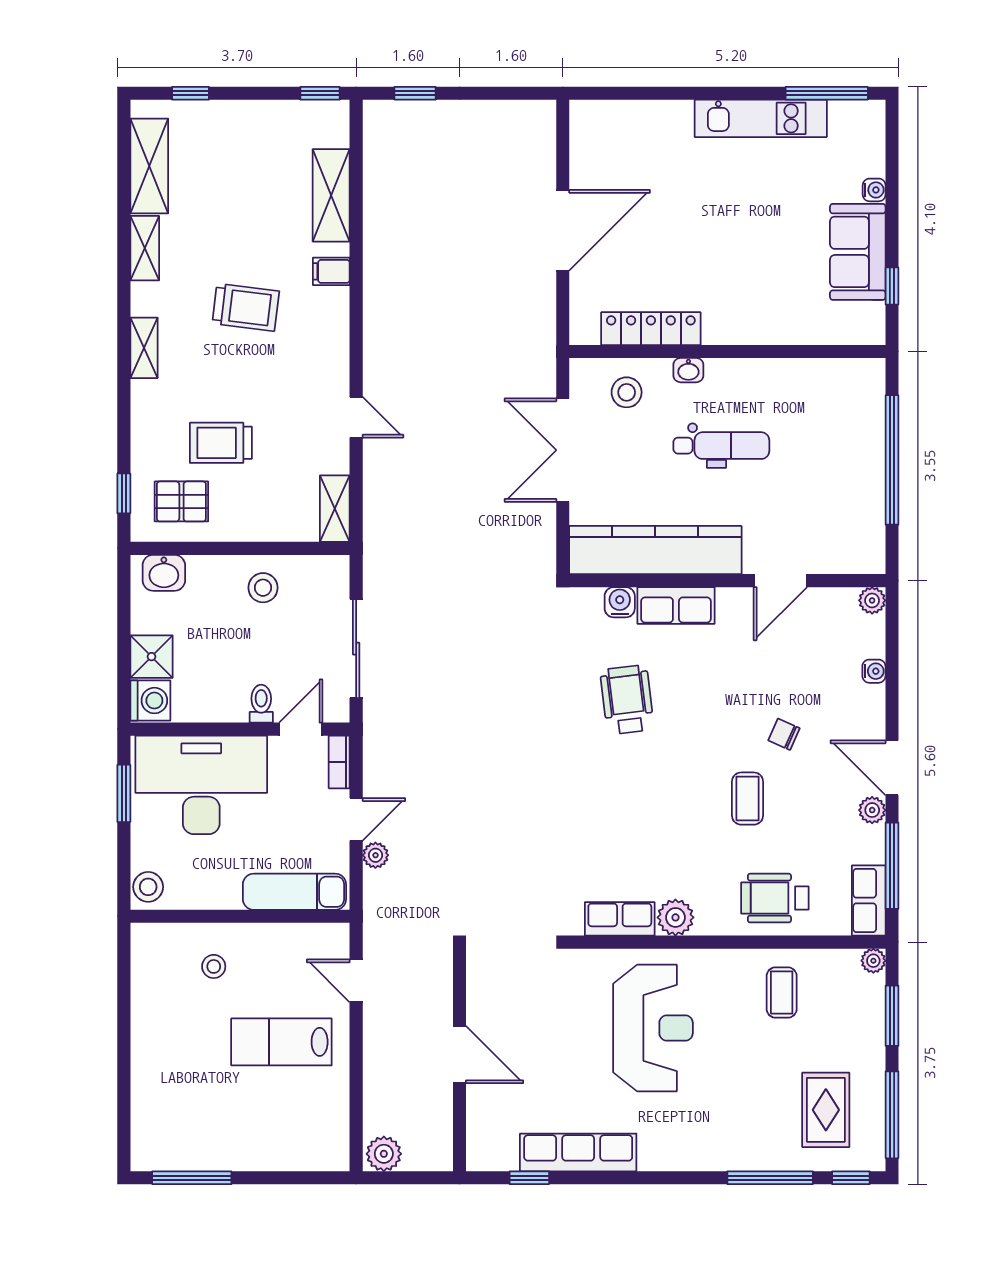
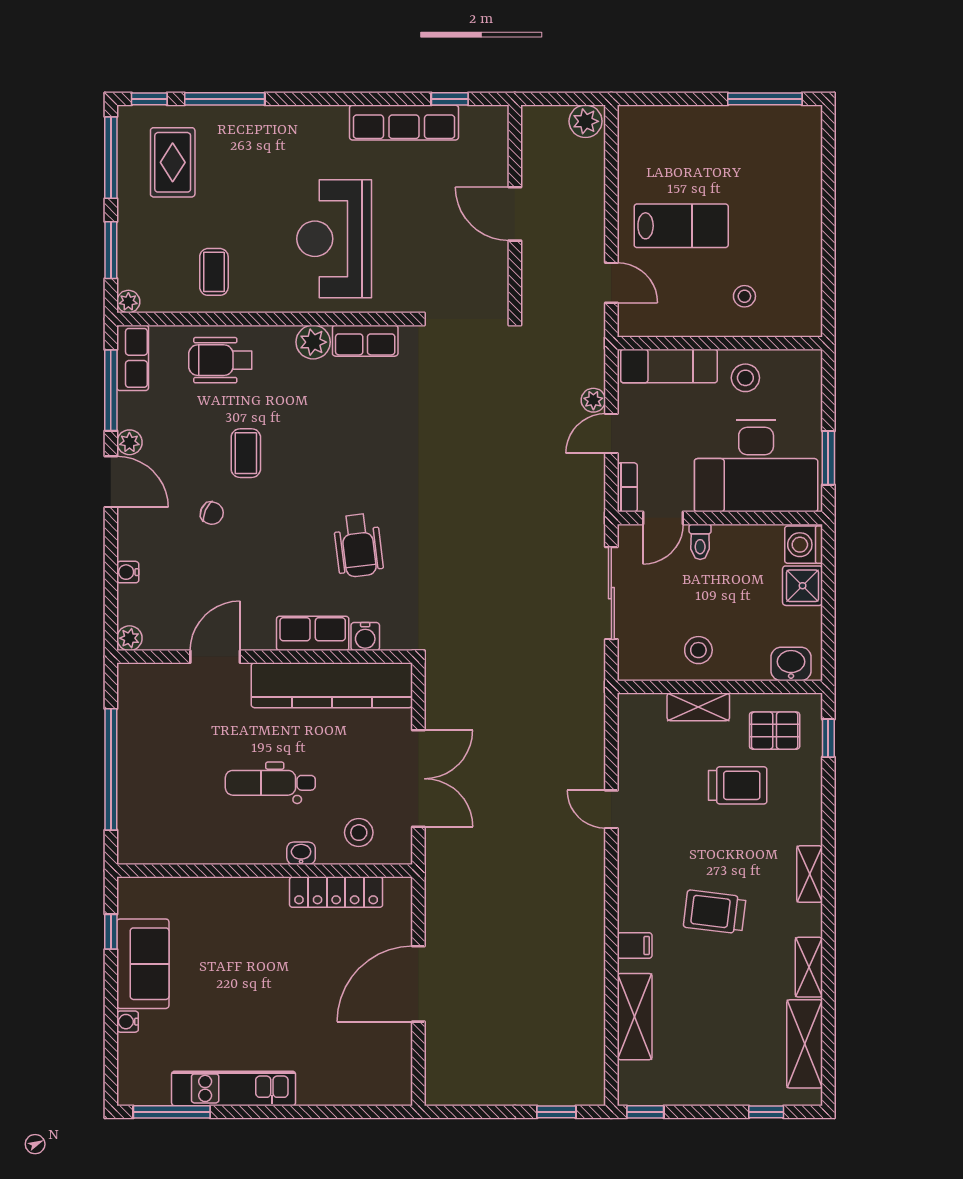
shelving: (335, 509) -> (698, 707), moved, turned 90
stool: (148, 887) -> (745, 378), moved
wheelchair: (775, 898) -> (220, 360), turned 180

